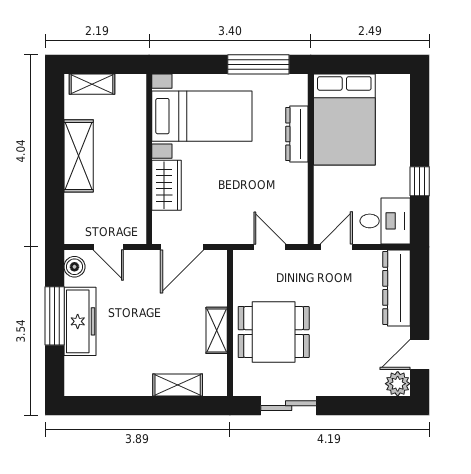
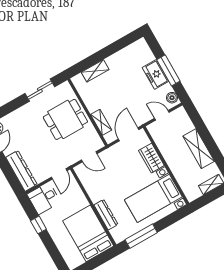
freezer: (80, 321) -> (156, 74), width x0.71
shelving: (217, 330) -> (101, 122), moved

